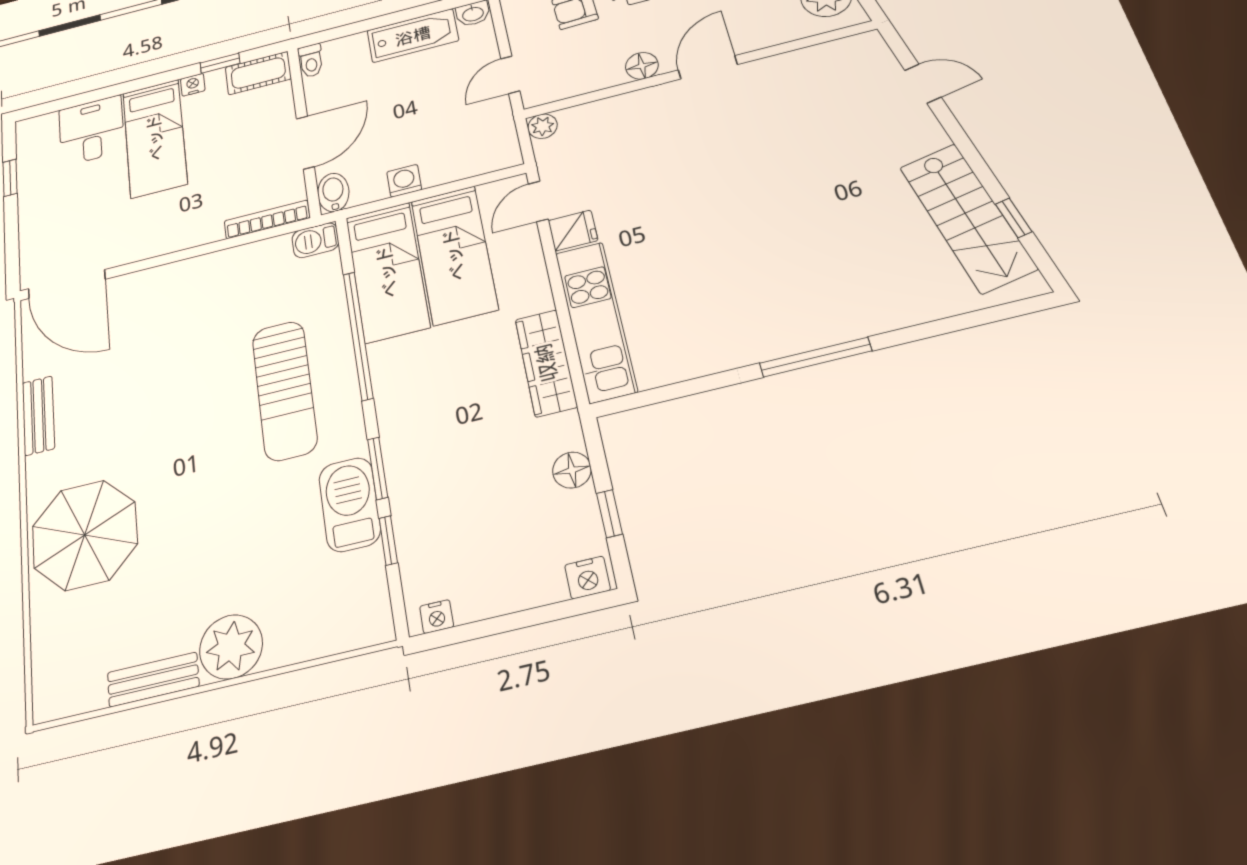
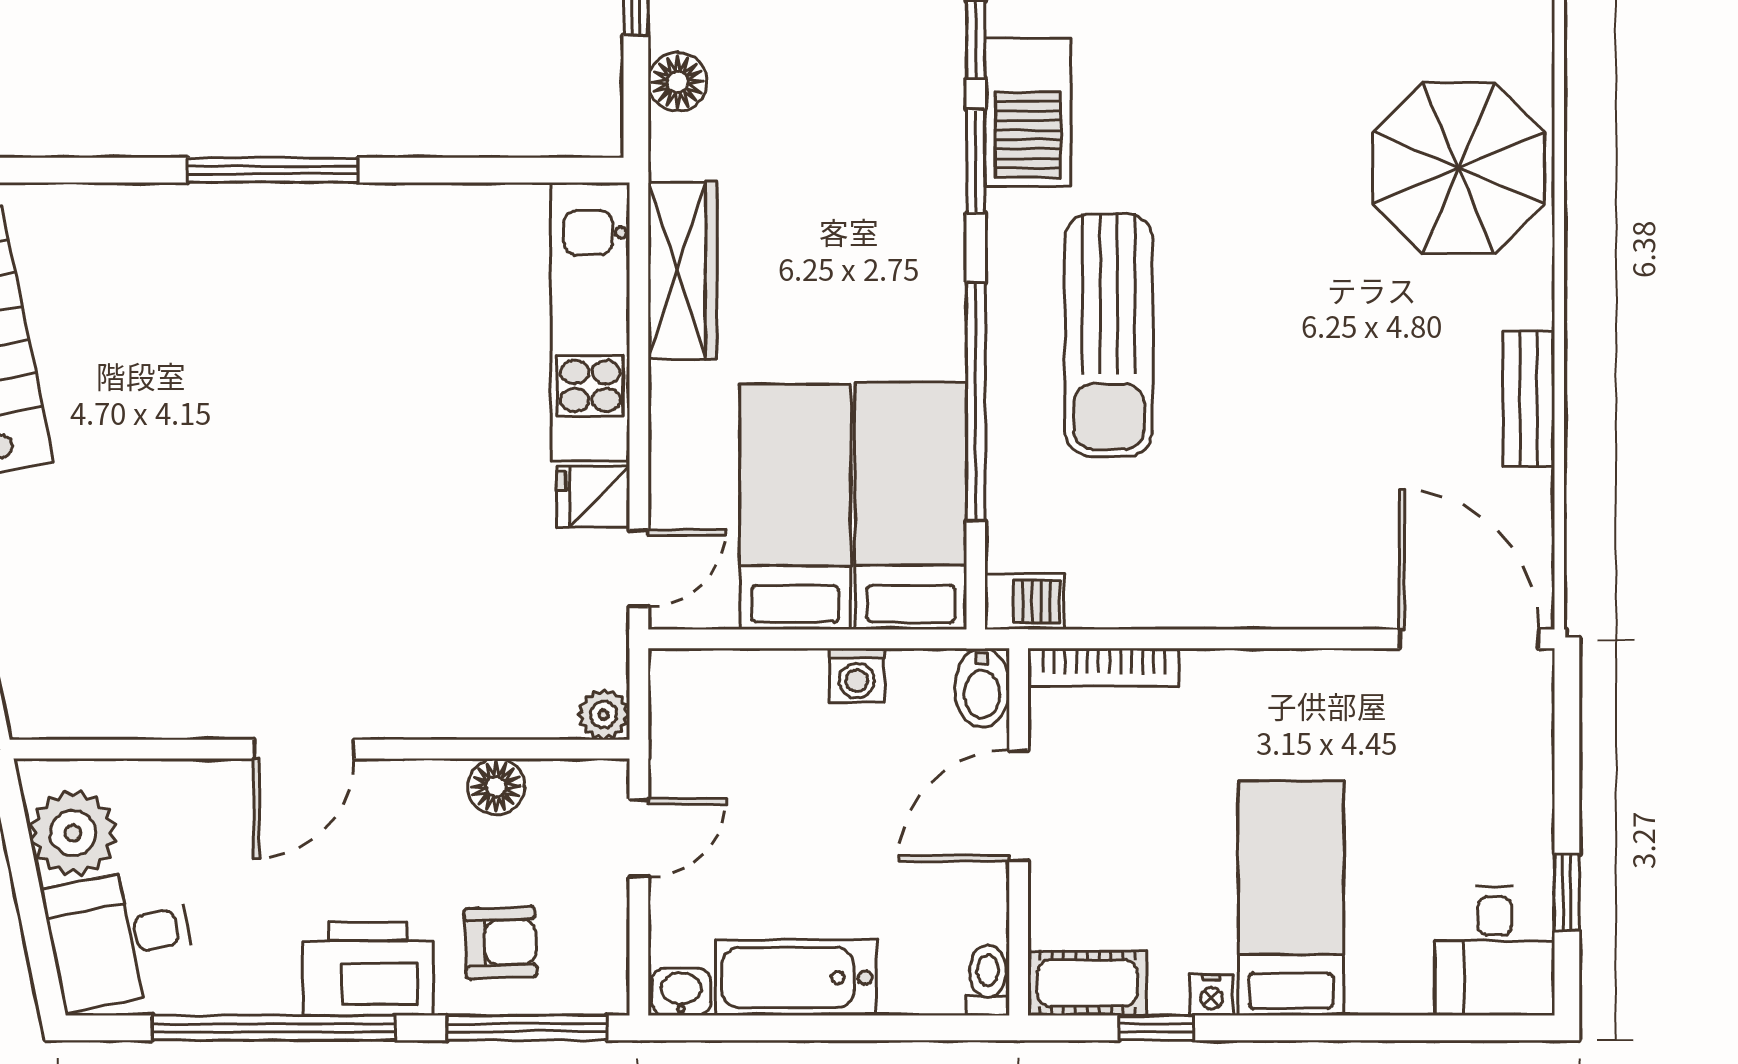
floor lamp: (642, 66) -> (496, 787), moved
desk: (92, 130) -> (1495, 951), moved
sun lounger: (285, 390) -> (1109, 335), turned 180

